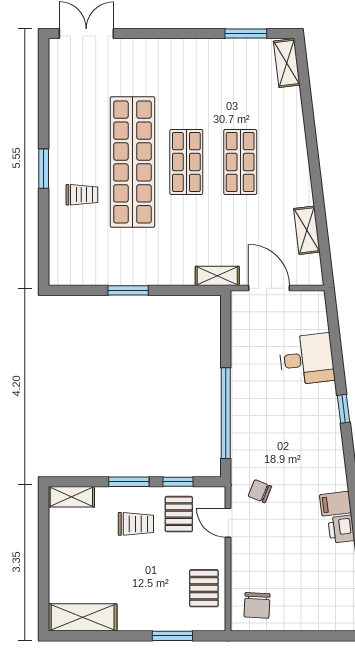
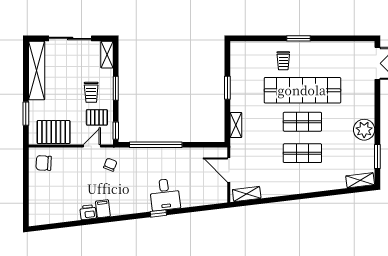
plant: (200, 56) -> (364, 130), added
shelving: (307, 230) -> (247, 194), moved
shelving: (217, 276) -> (236, 125), moved
door: (269, 288) -> (229, 170), swing flipped
desk: (307, 359) -> (165, 195), moved
window: (178, 482) -> (116, 131), moved
sliding door: (44, 560) -> (70, 38), added
pallet: (204, 588) -> (54, 132), width x1.50, depth x1.42
shelving: (83, 617) -> (37, 71), width x1.47

